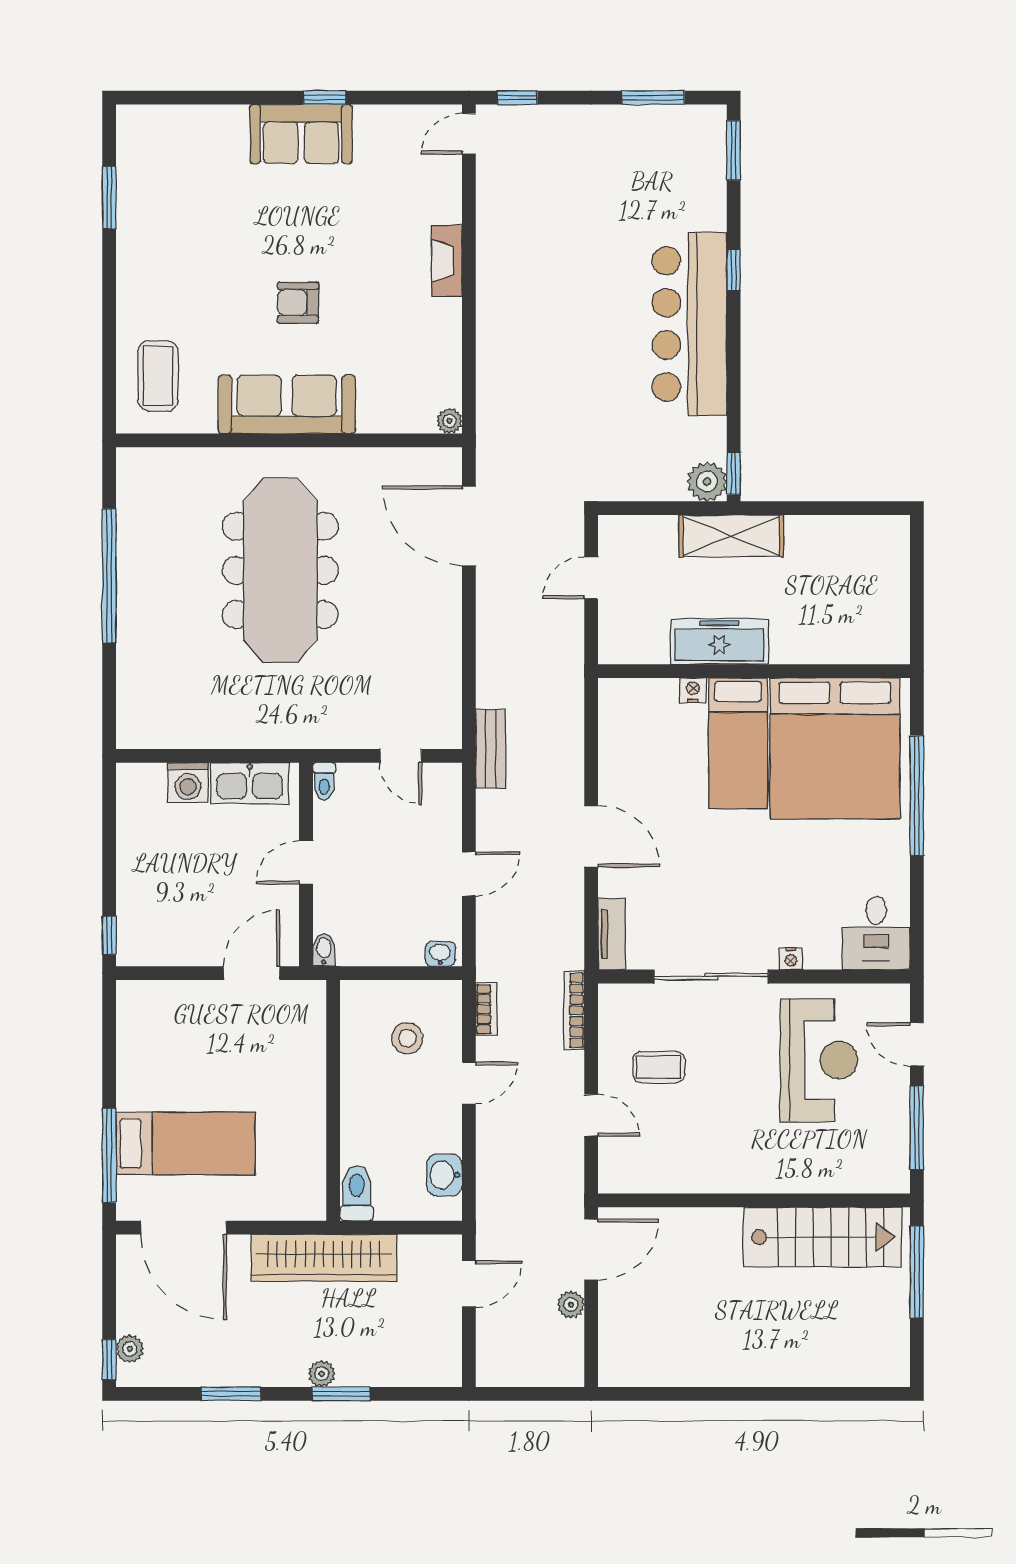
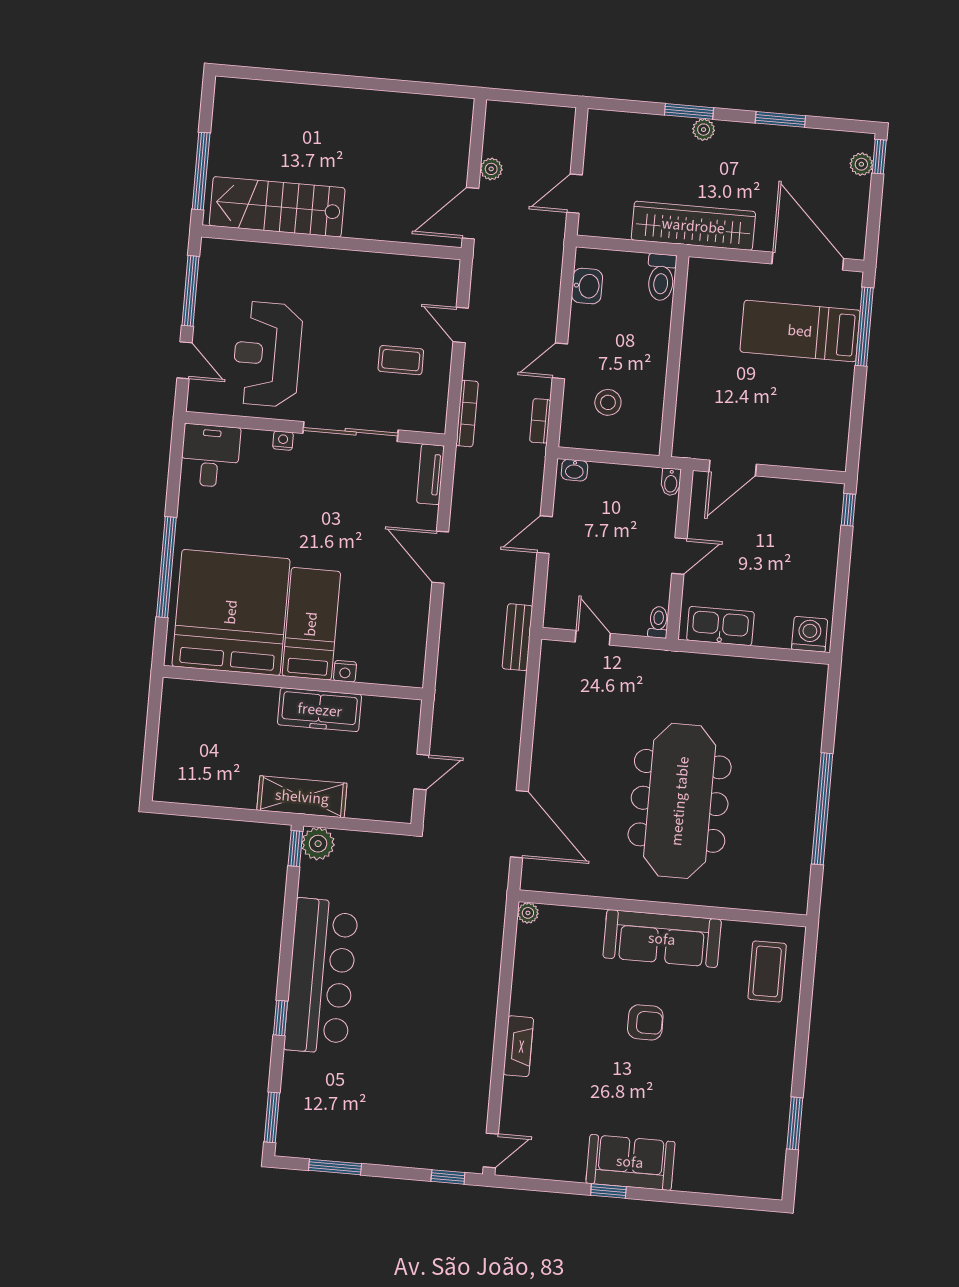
washing machine: (188, 783) -> (810, 634), moved

